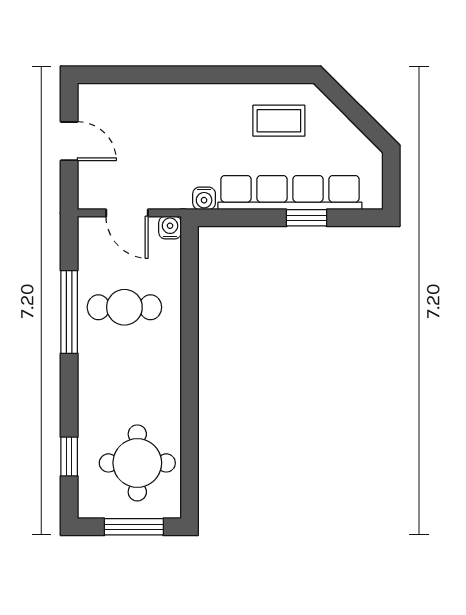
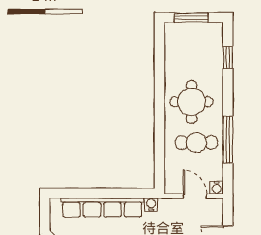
window: (307, 218) -> (93, 193), removed
water cooler: (170, 228) -> (217, 188), moved
round table: (137, 463) -> (191, 102), moved

